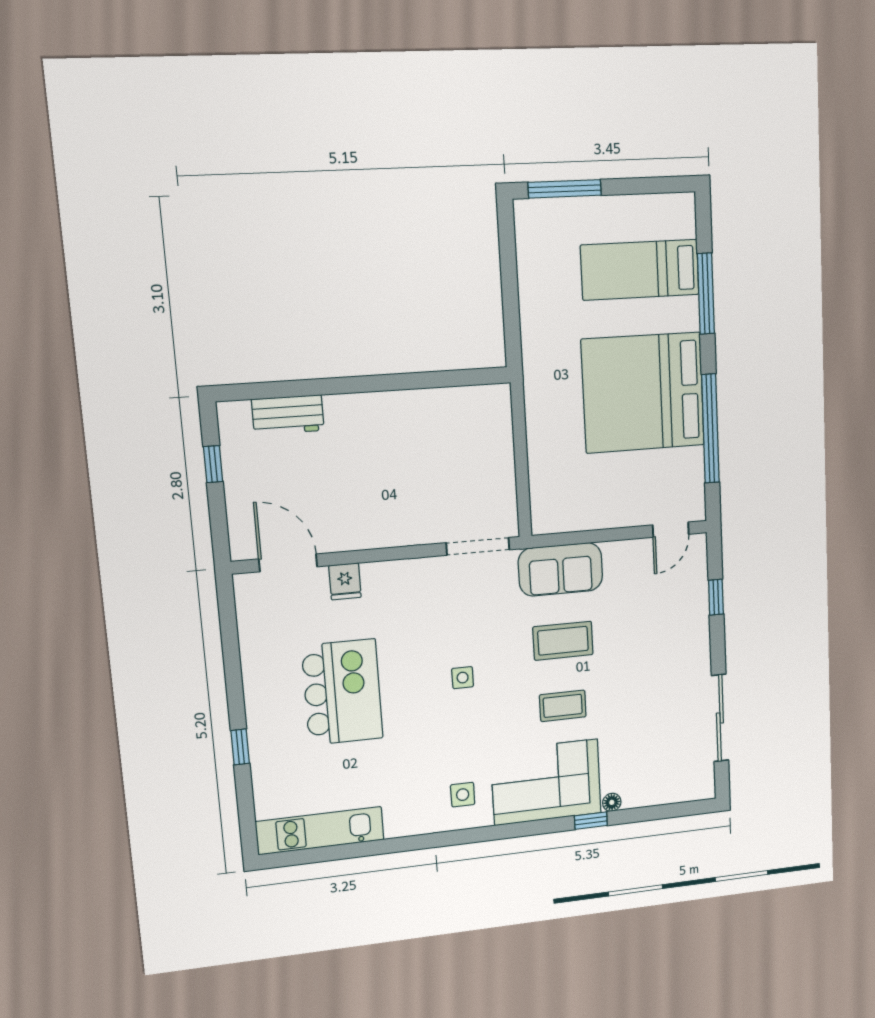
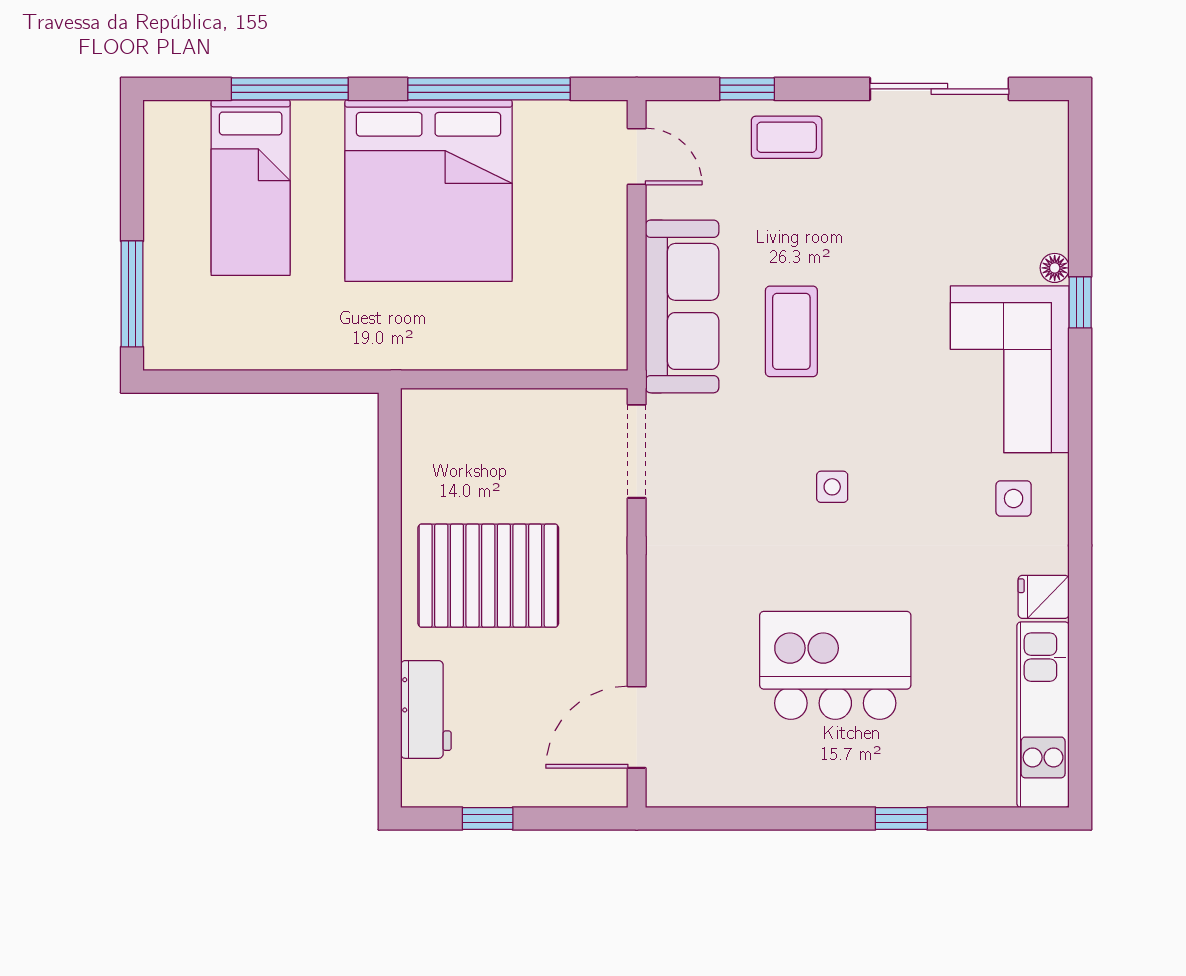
pallet: (386, 452) -> (488, 576), added
sofa: (561, 569) -> (682, 306), width x1.36
fridge: (345, 581) -> (1044, 597), moved, turned 180
coffee table: (563, 706) -> (787, 137), moved, turned 90

